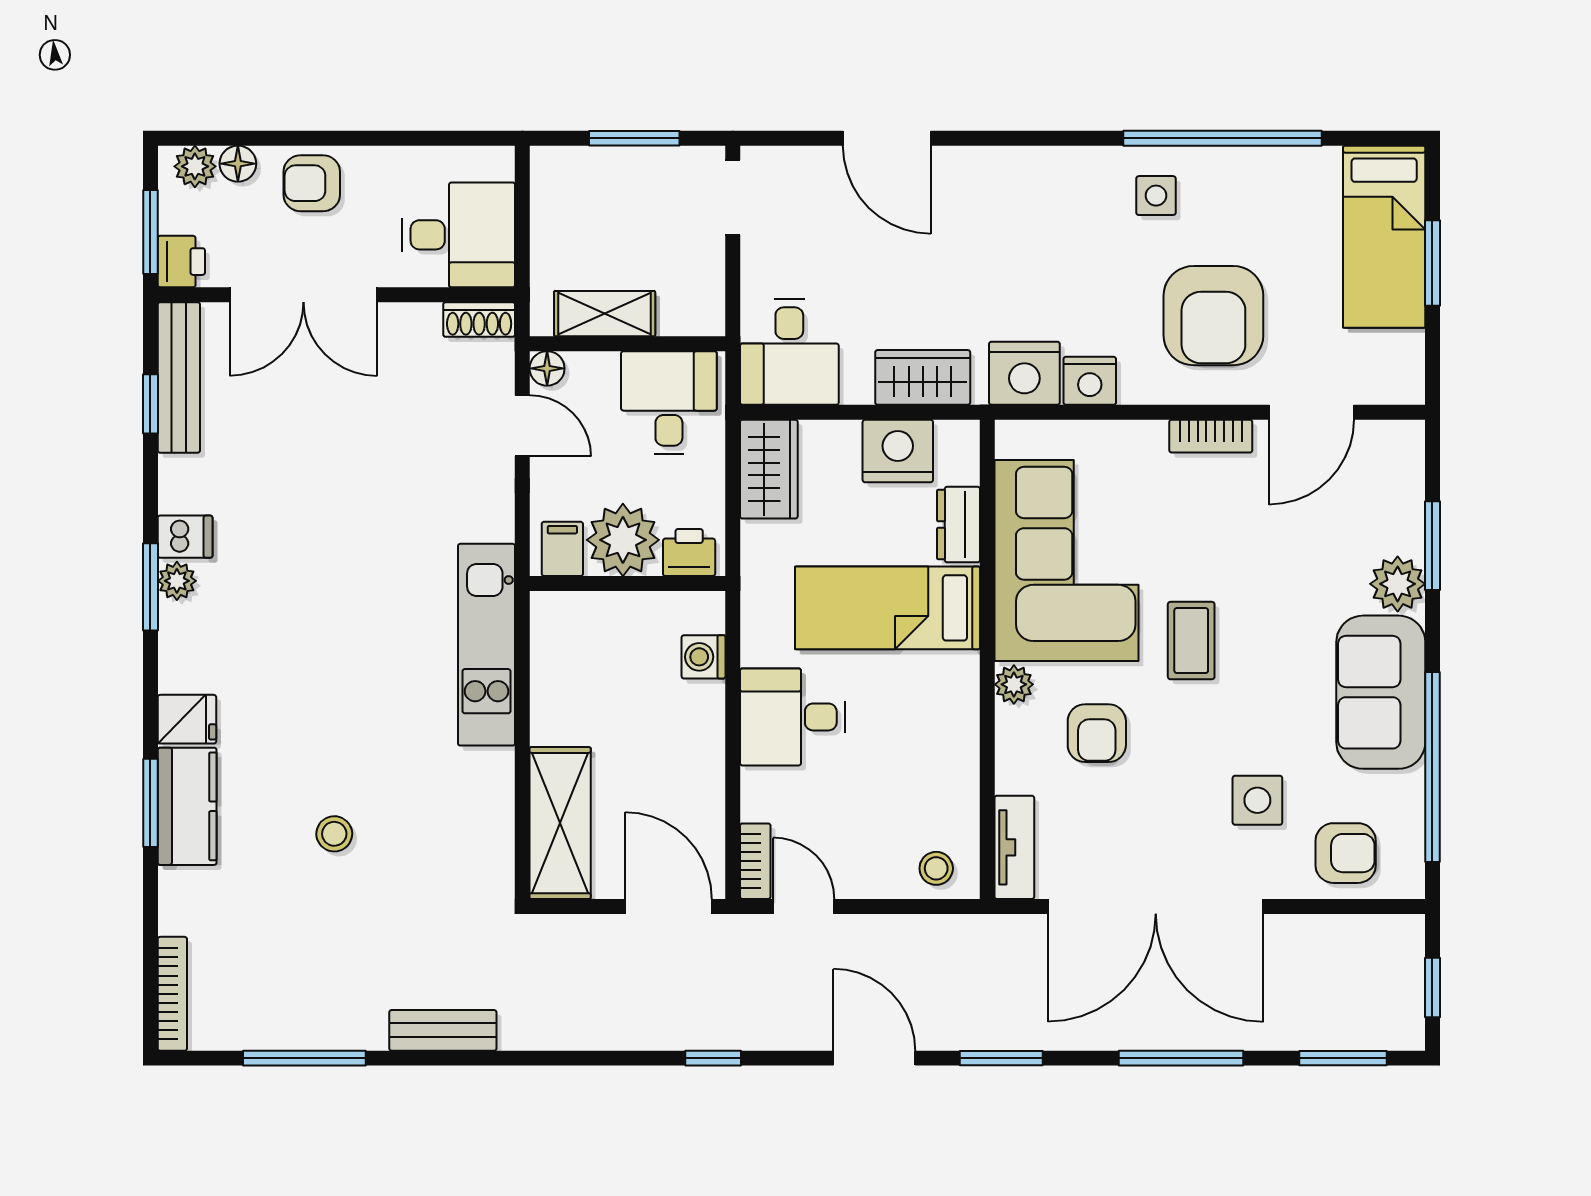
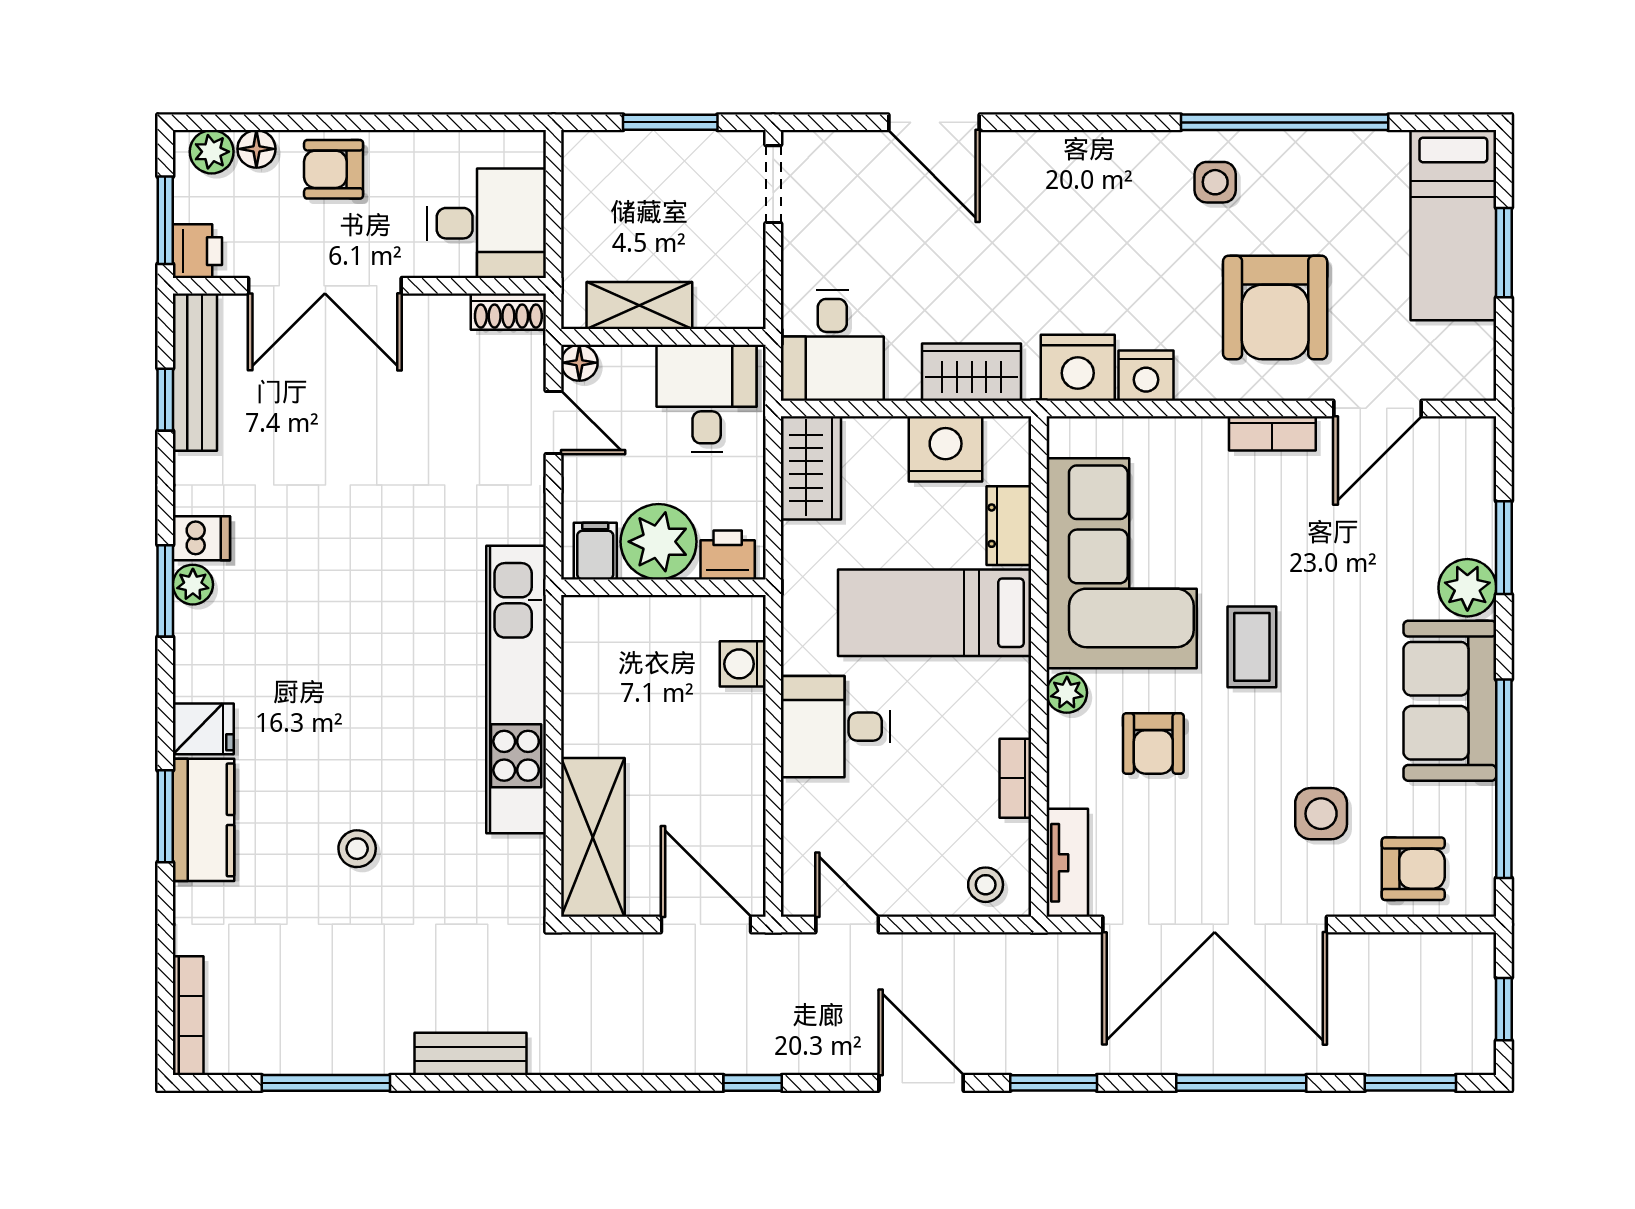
kitchen unit: (487, 645) -> (516, 690), width x1.36
bookcase: (755, 861) -> (1015, 778), moved, turned 180

